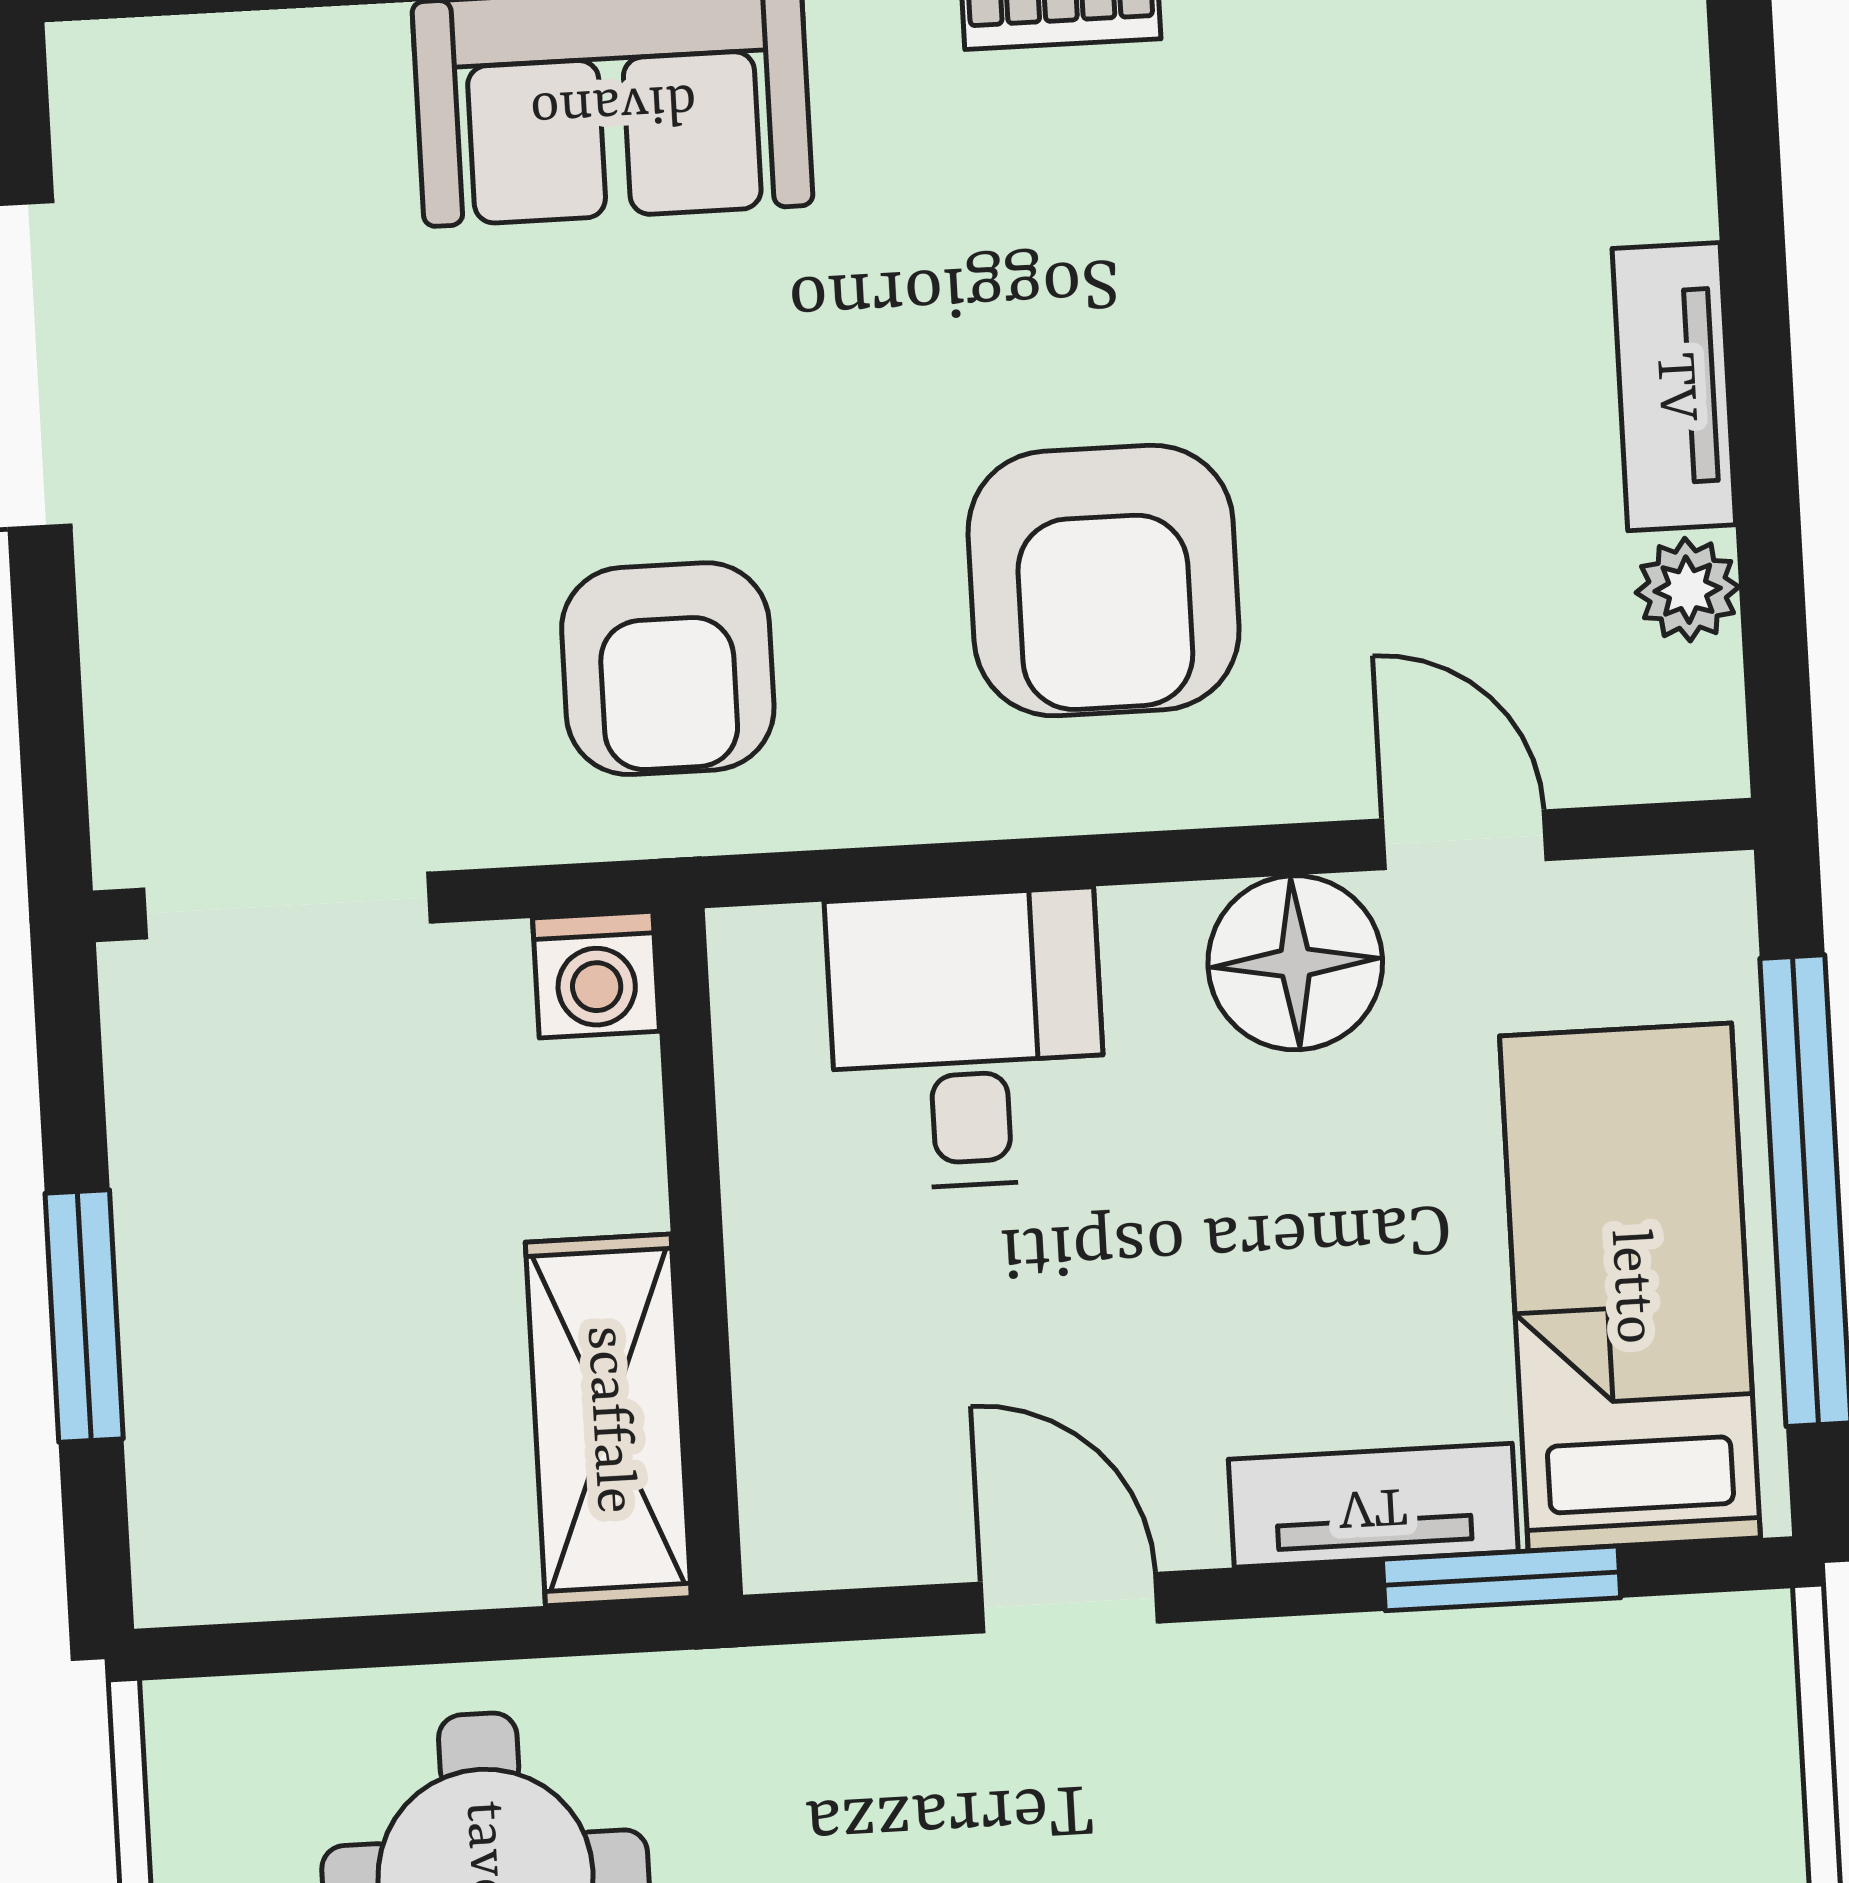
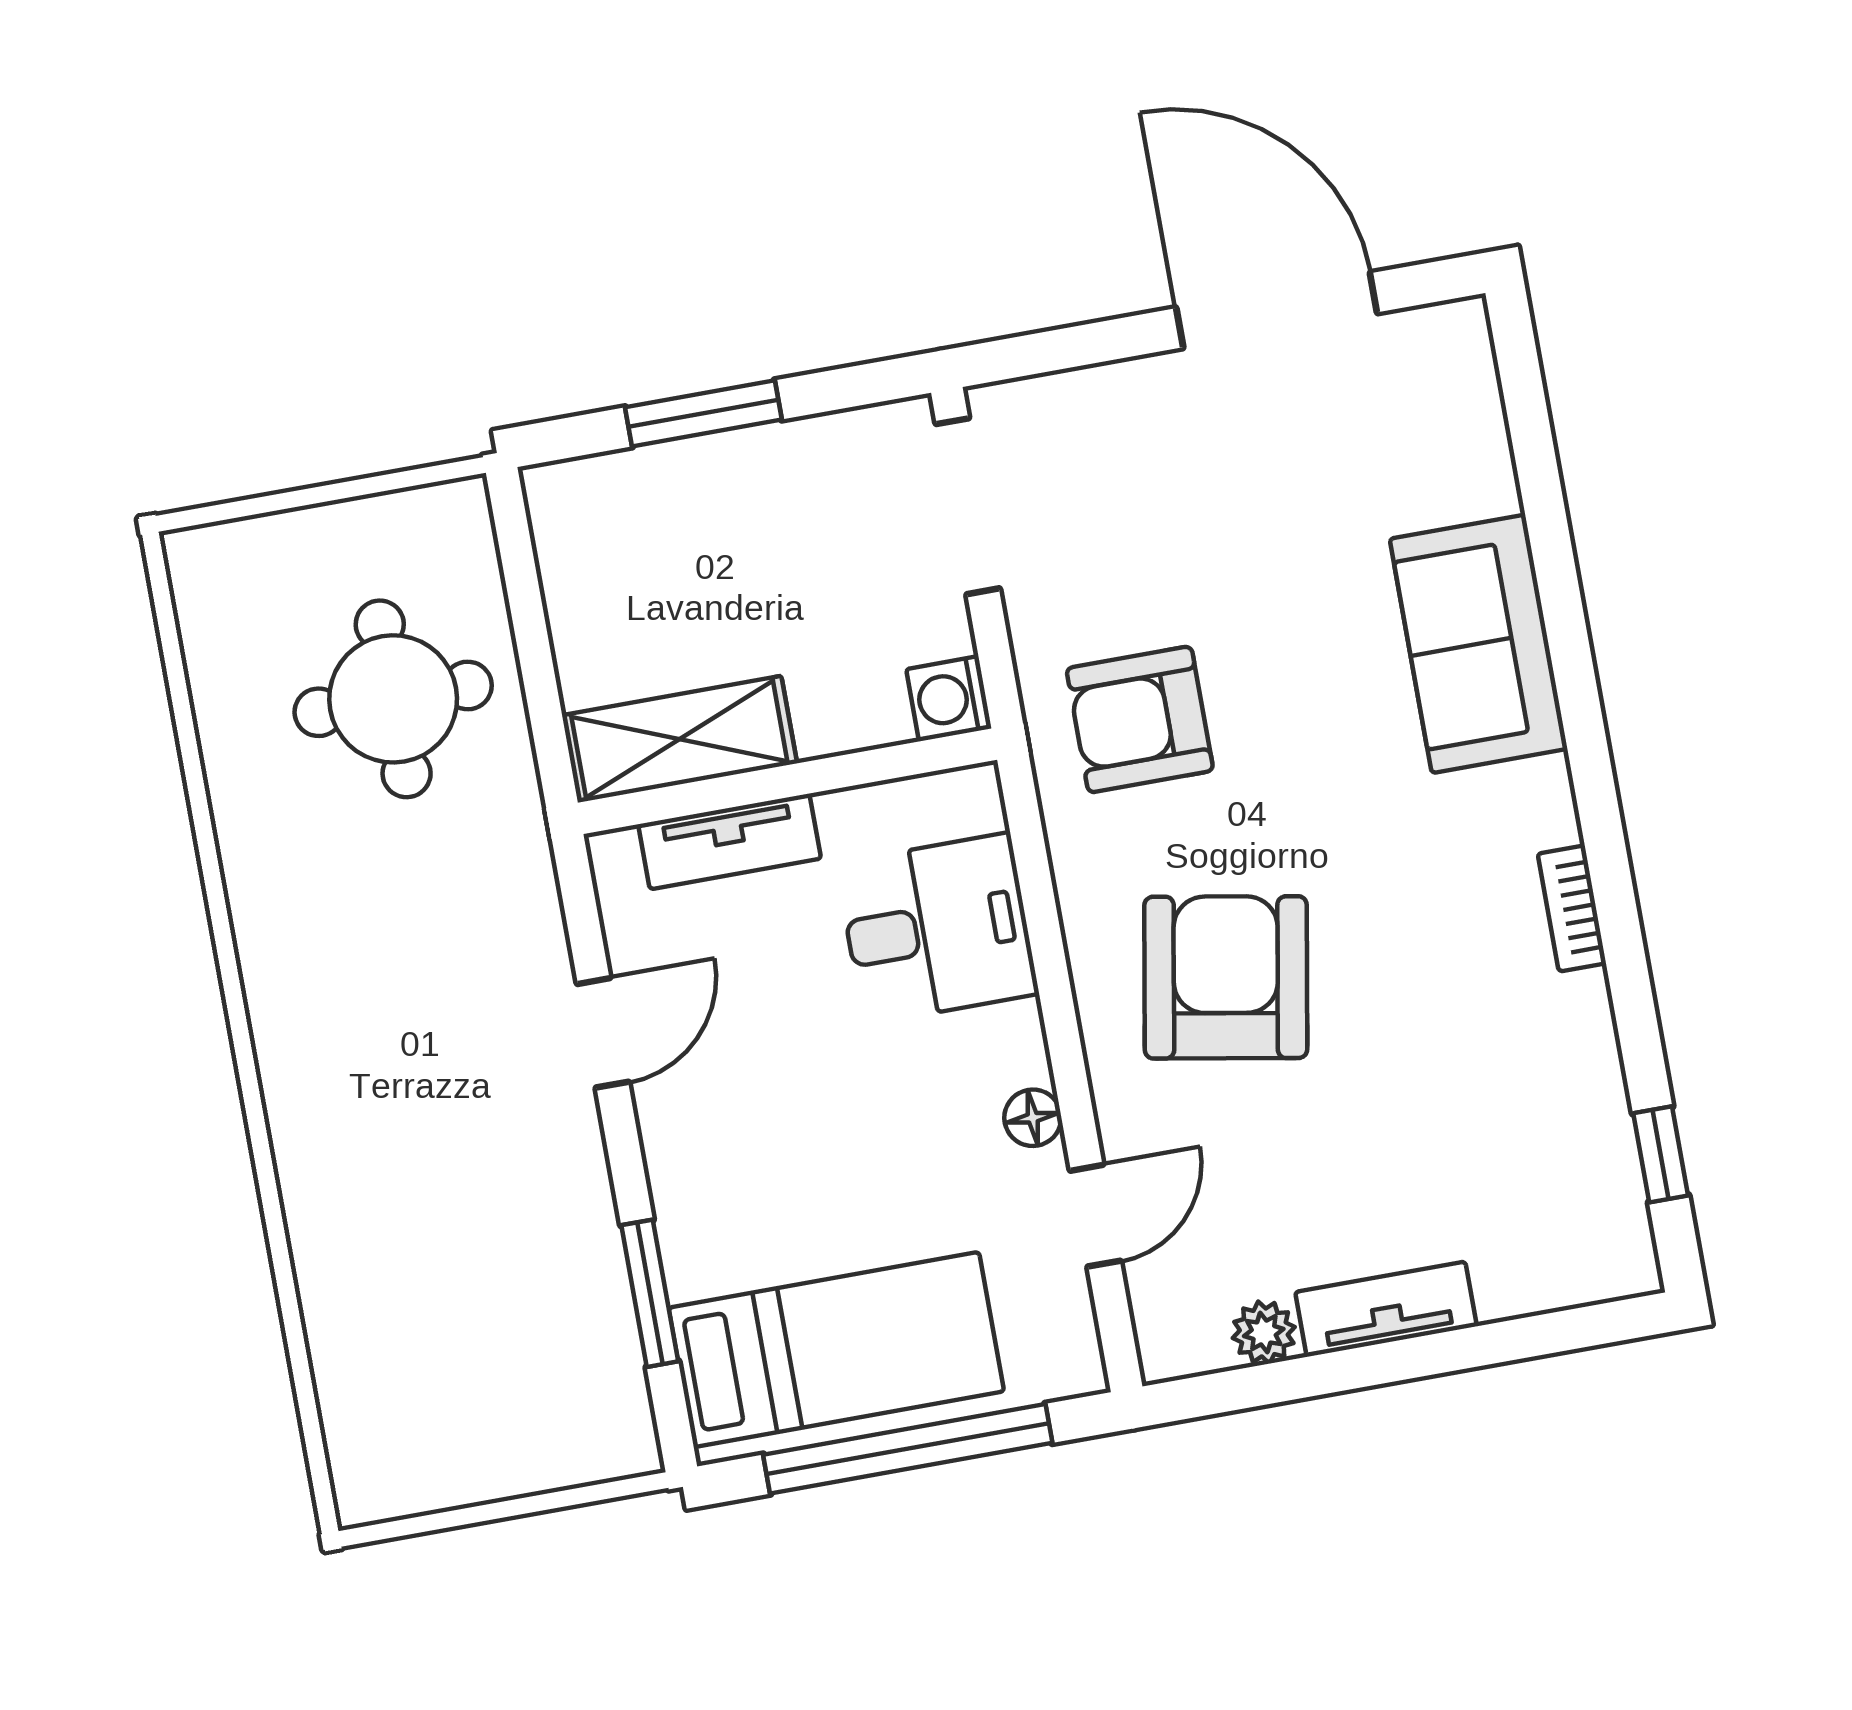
armchair: (1104, 581) -> (1226, 977), turned 100
floor lamp: (1295, 963) -> (1033, 1118), width x0.53, depth x0.53
tv unit: (1373, 1505) -> (730, 841), moved, turned 90

